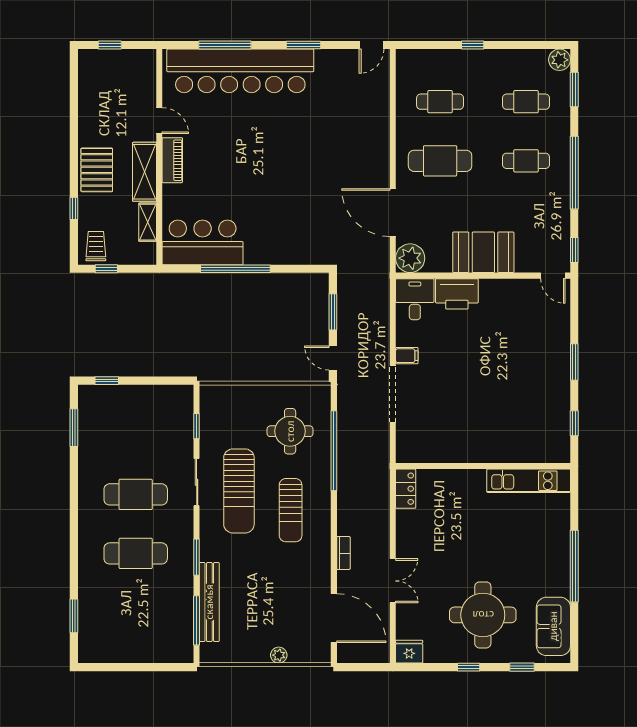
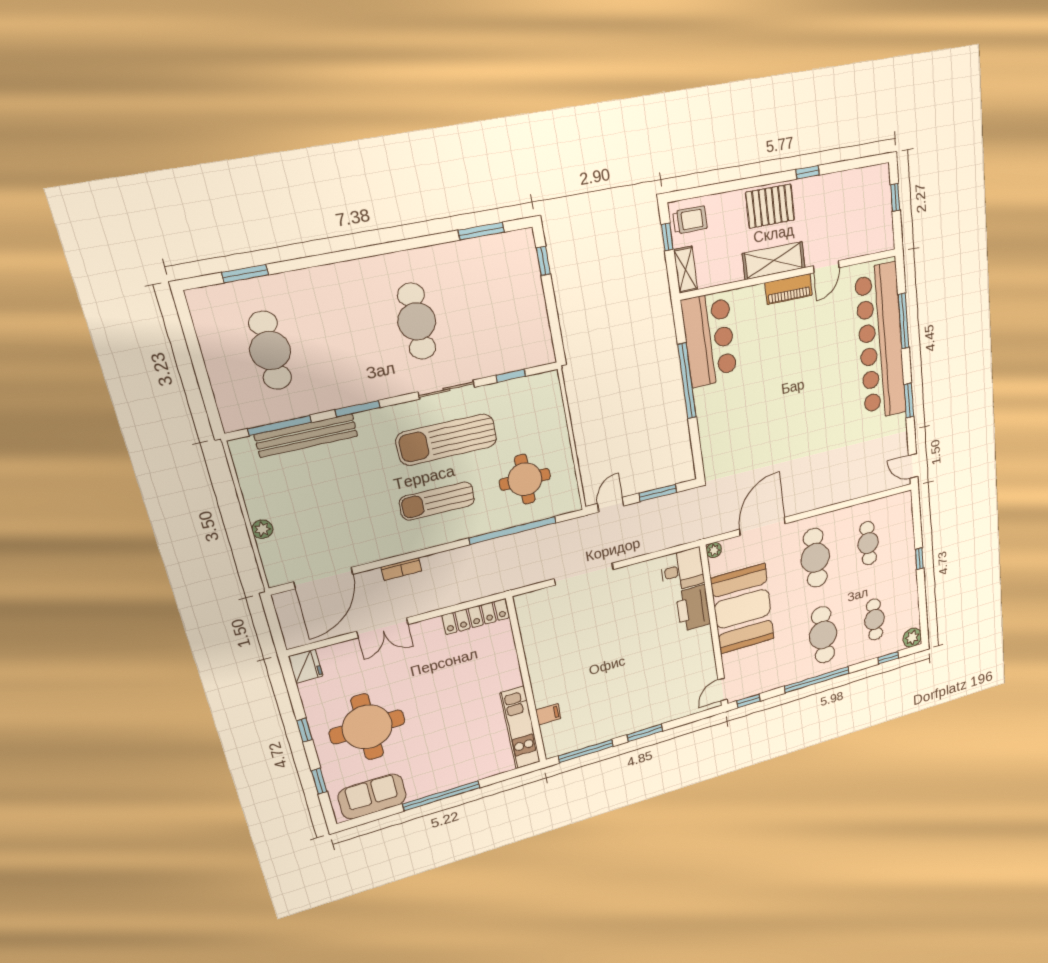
window: (574, 90) -> (888, 658), width x0.67
cafe table: (526, 161) -> (823, 635), width x1.37, depth x1.35
window: (74, 208) -> (808, 172), moved
shelving: (148, 222) -> (686, 270), moved, turned 90
booth: (483, 252) -> (743, 609), width x1.36, depth x1.42
plant: (410, 258) -> (714, 550), width x0.53, depth x0.53
filing cabinet: (407, 356) -> (548, 714), moved, turned -90
window: (574, 423) -> (586, 751), width x2.17
locker: (406, 489) -> (476, 617), width x1.53
cafe table: (136, 553) -> (270, 350), moved

